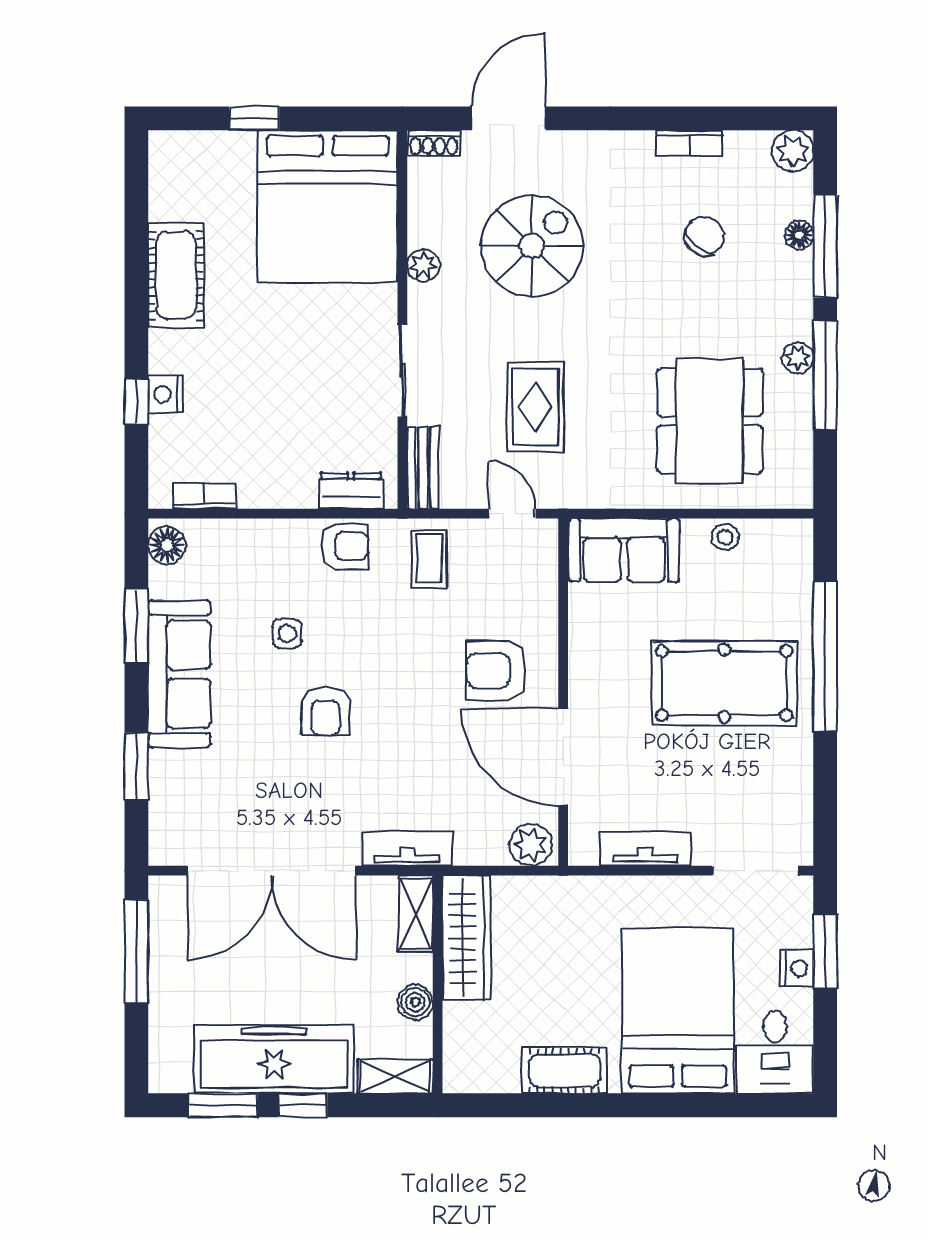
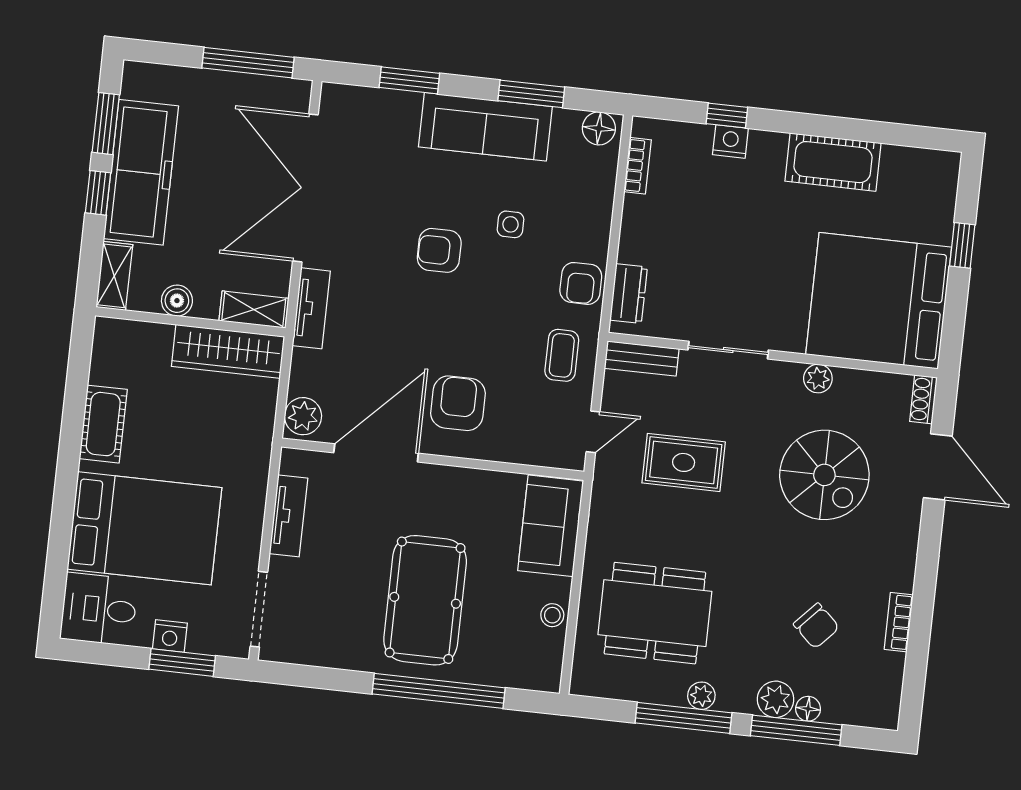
plant: (793, 151) -> (776, 699), moved
coffee table: (429, 559) -> (562, 355), turned 90

